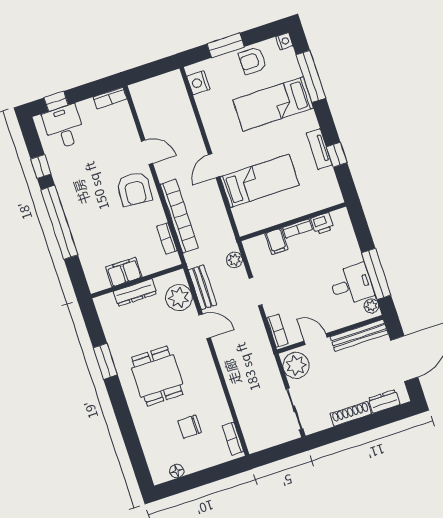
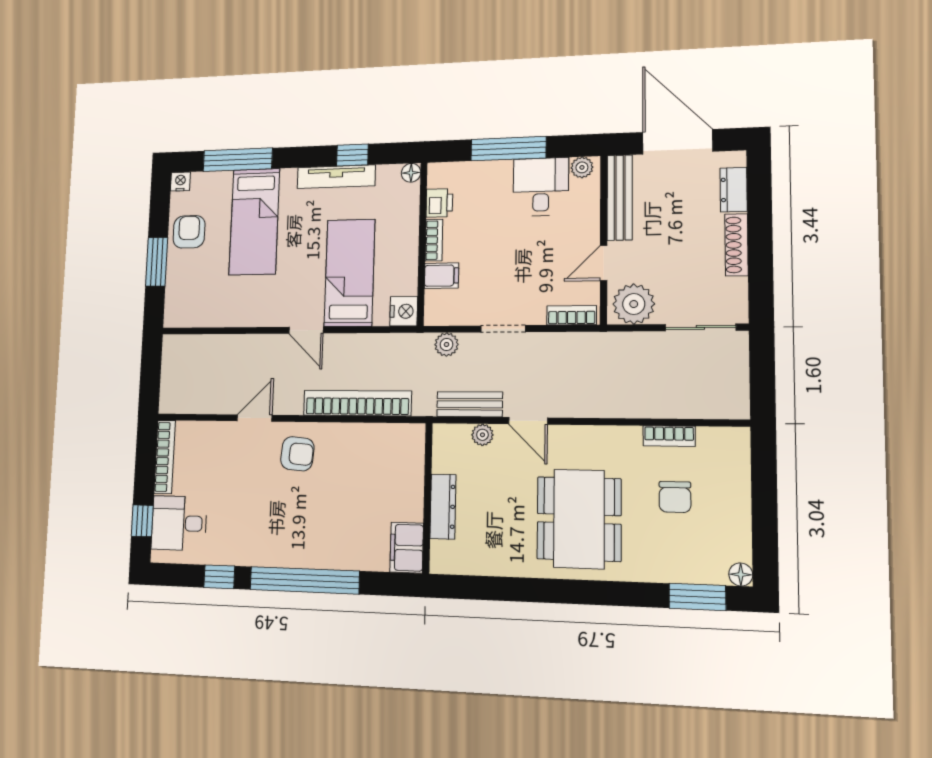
armchair: (253, 61) -> (189, 232), turned 180
nightstand: (198, 83) -> (404, 311), moved, turned -90
bookcase: (110, 98) -> (165, 457), width x1.56
tv unit: (319, 149) -> (336, 177), width x1.41
armchair: (135, 189) -> (297, 454), width x0.72, depth x0.72
floor lamp: (336, 198) -> (411, 173), added
bookcase: (167, 239) -> (382, 432), removed
filing cabinet: (124, 272) -> (407, 548), moved
window: (376, 274) -> (508, 149), moved
plant: (179, 298) -> (482, 435), width x0.53, depth x0.53
door: (205, 326) -> (528, 421), swing flipped
window: (105, 361) -> (697, 597), moved
dining table: (157, 376) -> (579, 519), width x1.38
bookcase: (233, 439) -> (669, 436), moved
floor lamp: (177, 471) -> (741, 574), moved

